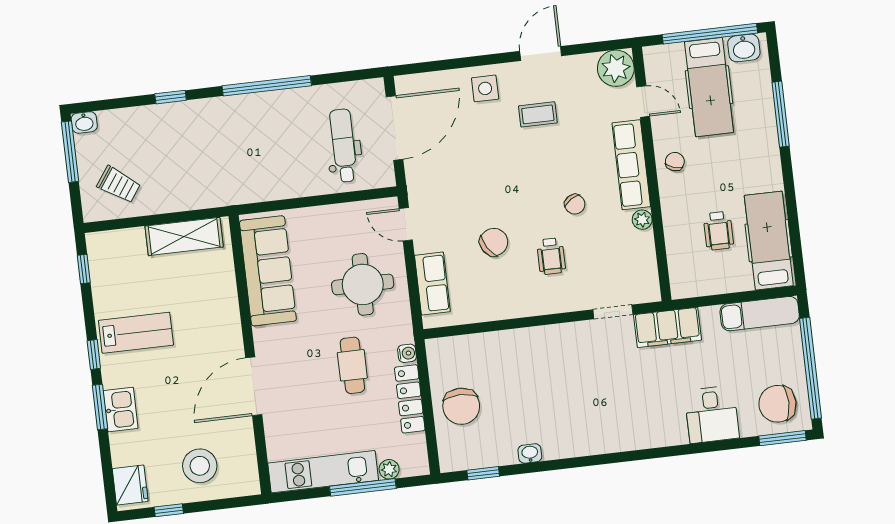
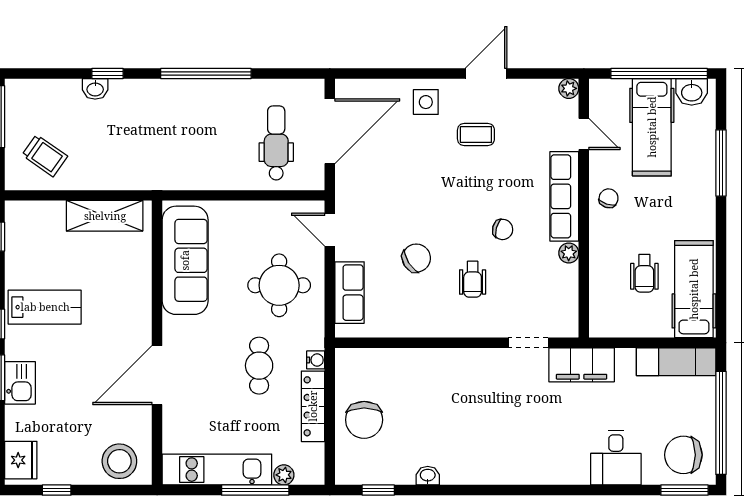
plant: (616, 68) -> (569, 88), width x0.53, depth x0.53
washbasin: (84, 122) -> (95, 89), moved
chair: (575, 204) -> (503, 229), turned -43
stool: (200, 466) -> (119, 461), moved

